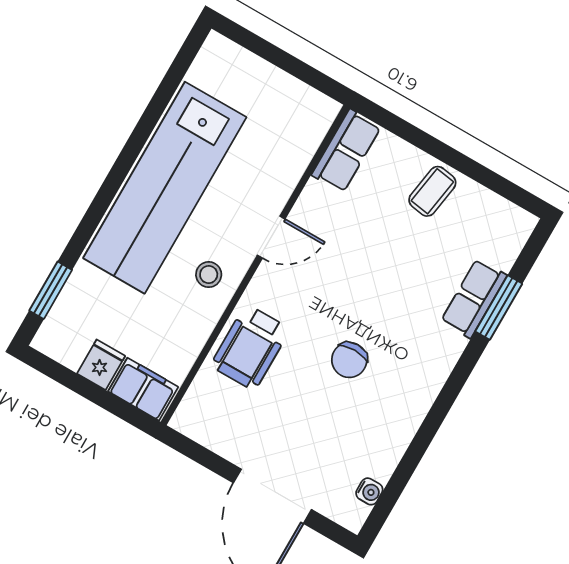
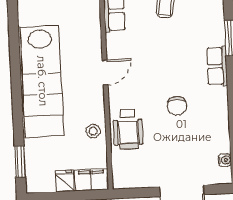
stool: (209, 275) -> (93, 131), moved
row of seats: (474, 298) -> (217, 66), moved

